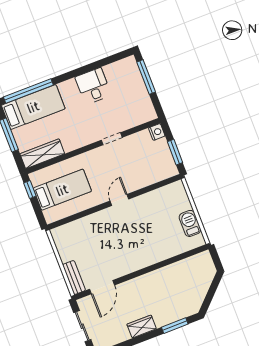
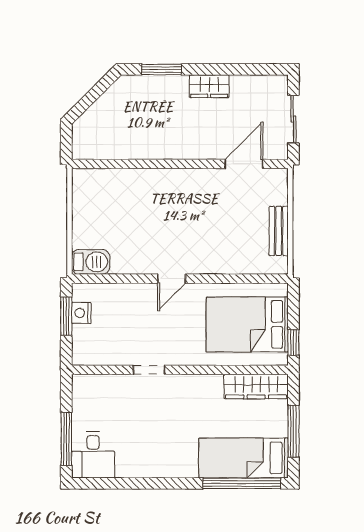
desk: (93, 86) -> (93, 455), moved
nightstand: (157, 132) -> (81, 313), moved
bed: (62, 190) -> (247, 324), width x1.50
barbecue: (190, 223) -> (91, 262), moved, turned -90
bench: (74, 278) -> (279, 231), moved

